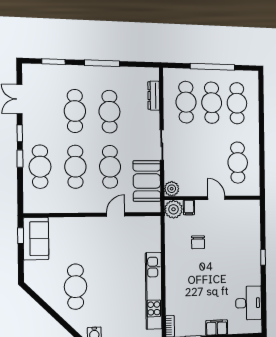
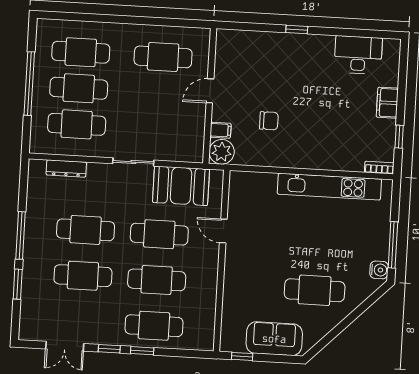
window: (53, 62) -> (18, 284), moved
plant: (172, 189) -> (194, 152), removed
sofa: (36, 239) -> (274, 339), moved

